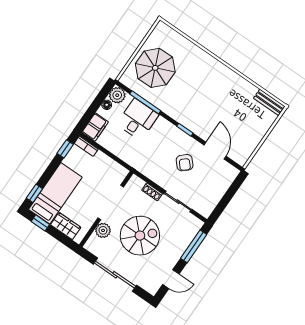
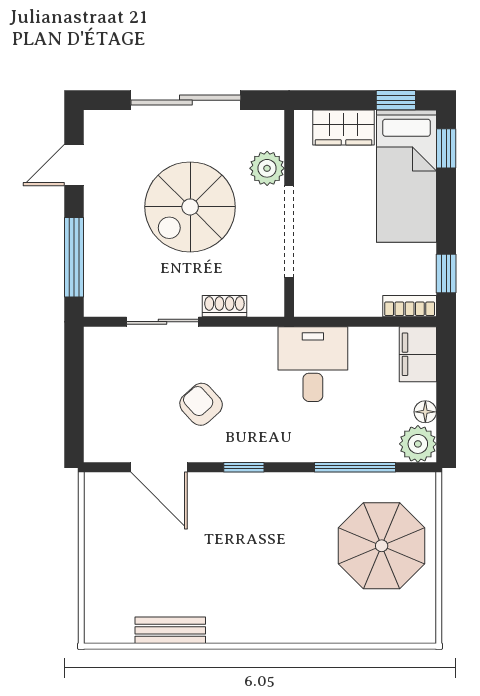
bench: (269, 102) -> (170, 630), moved
desk: (138, 119) -> (313, 364), moved, turned 180

